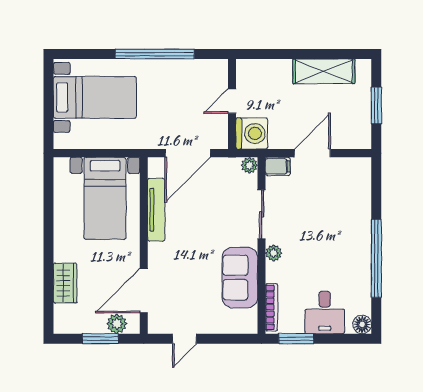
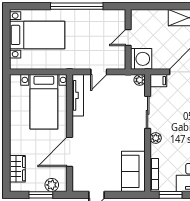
door: (188, 153) -> (99, 72), width x0.53
tv unit: (156, 210) -> (78, 95), moved
sofa: (240, 278) -> (133, 171), moved
wardrobe: (65, 283) -> (17, 169), moved
door: (144, 291) -> (70, 152), moved

